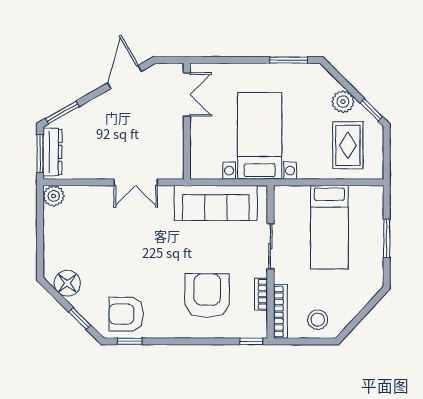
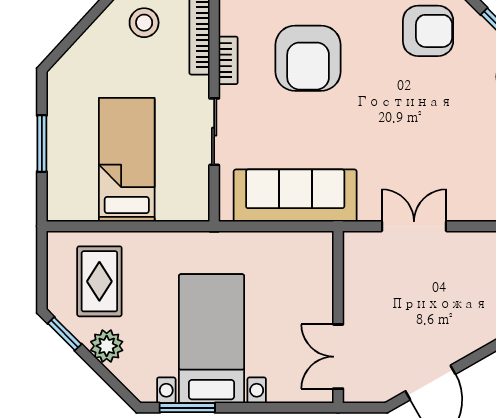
bed with nightstands: (260, 136) -> (211, 339), moved, turned 180

